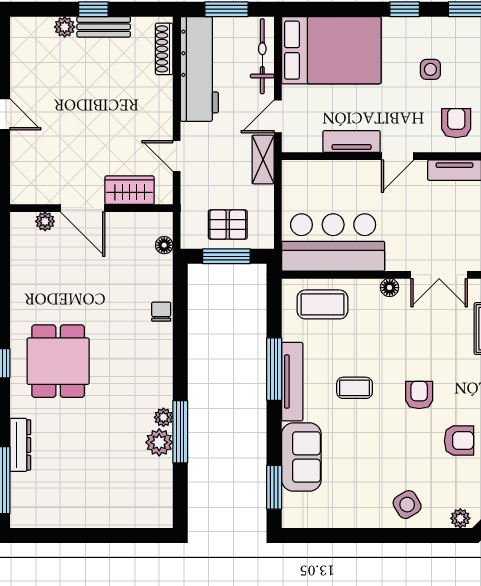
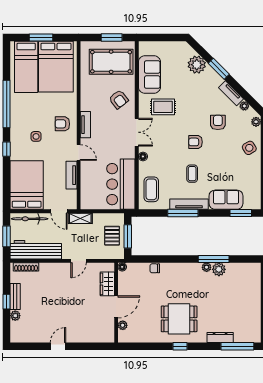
wardrobe: (129, 190) -> (107, 284), moved
door: (83, 208) -> (116, 307), moved
wall: (91, 208) -> (116, 303), moved
plant: (45, 221) -> (123, 325), moved

